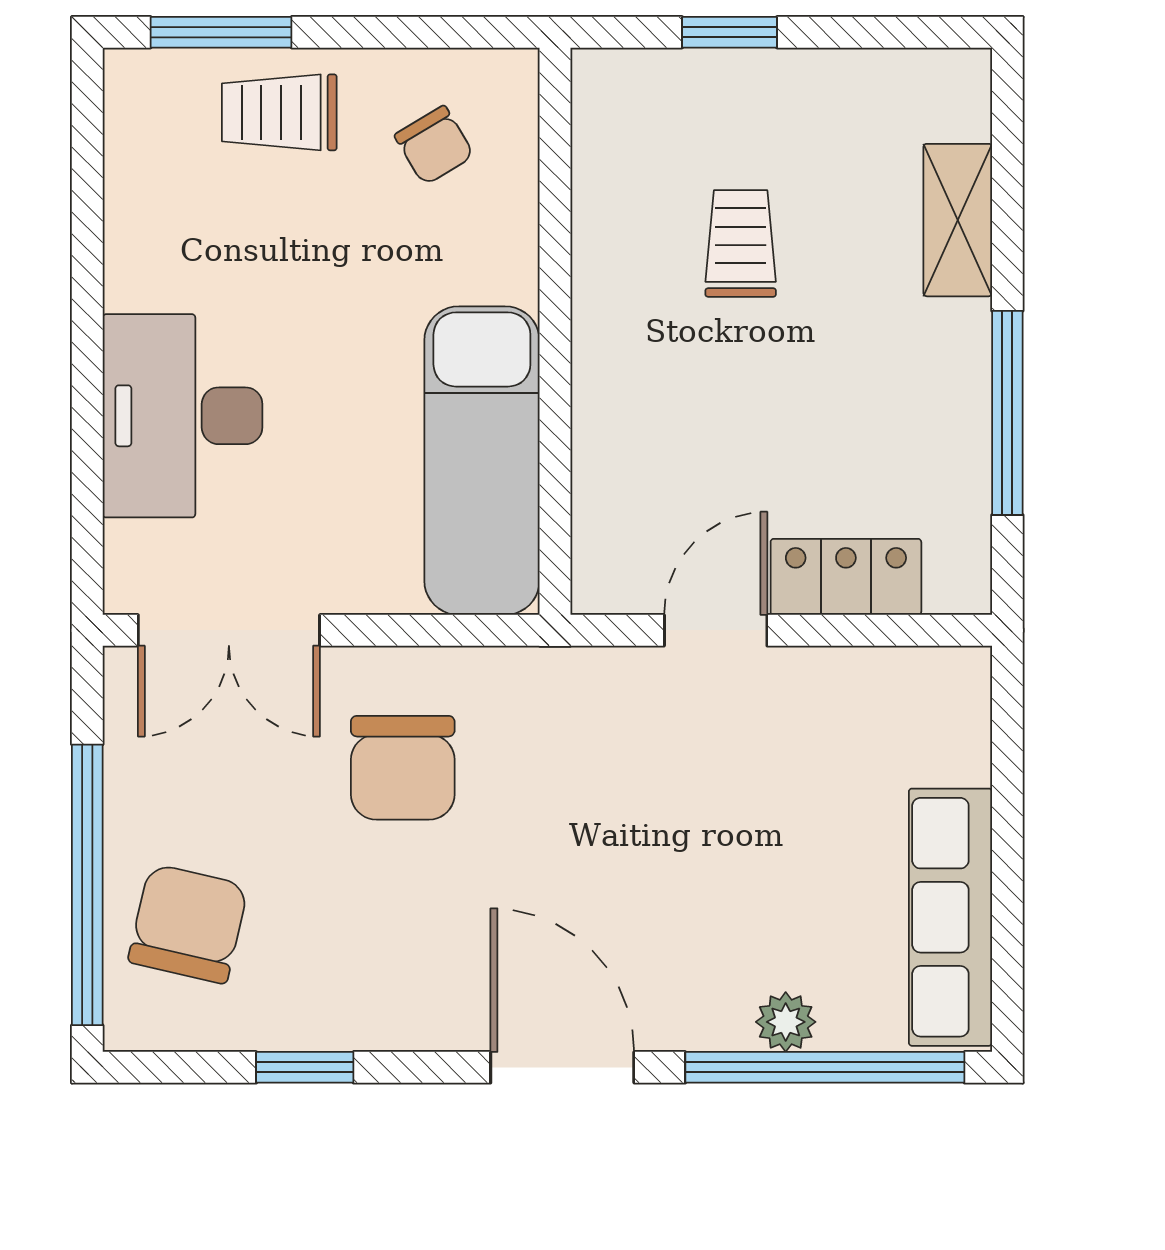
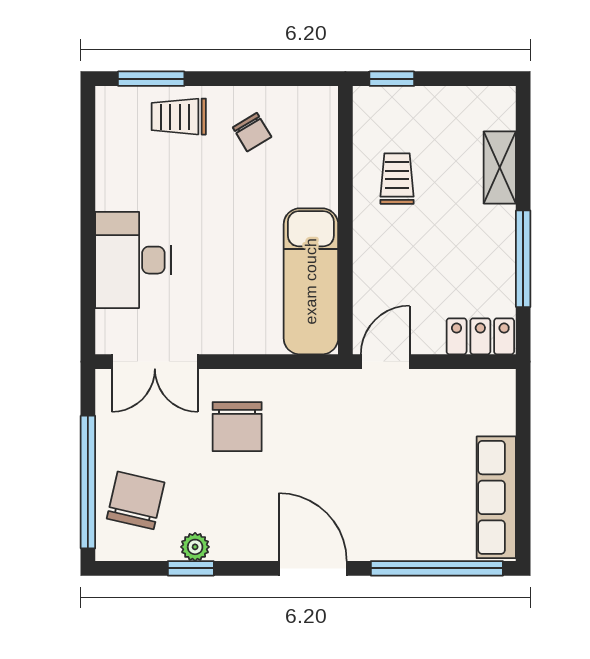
wall: (555, 331) -> (345, 220), moved
exam couch: (482, 461) -> (311, 281), moved
locker: (846, 577) -> (480, 336), moved
plant: (786, 1022) -> (195, 547), moved

